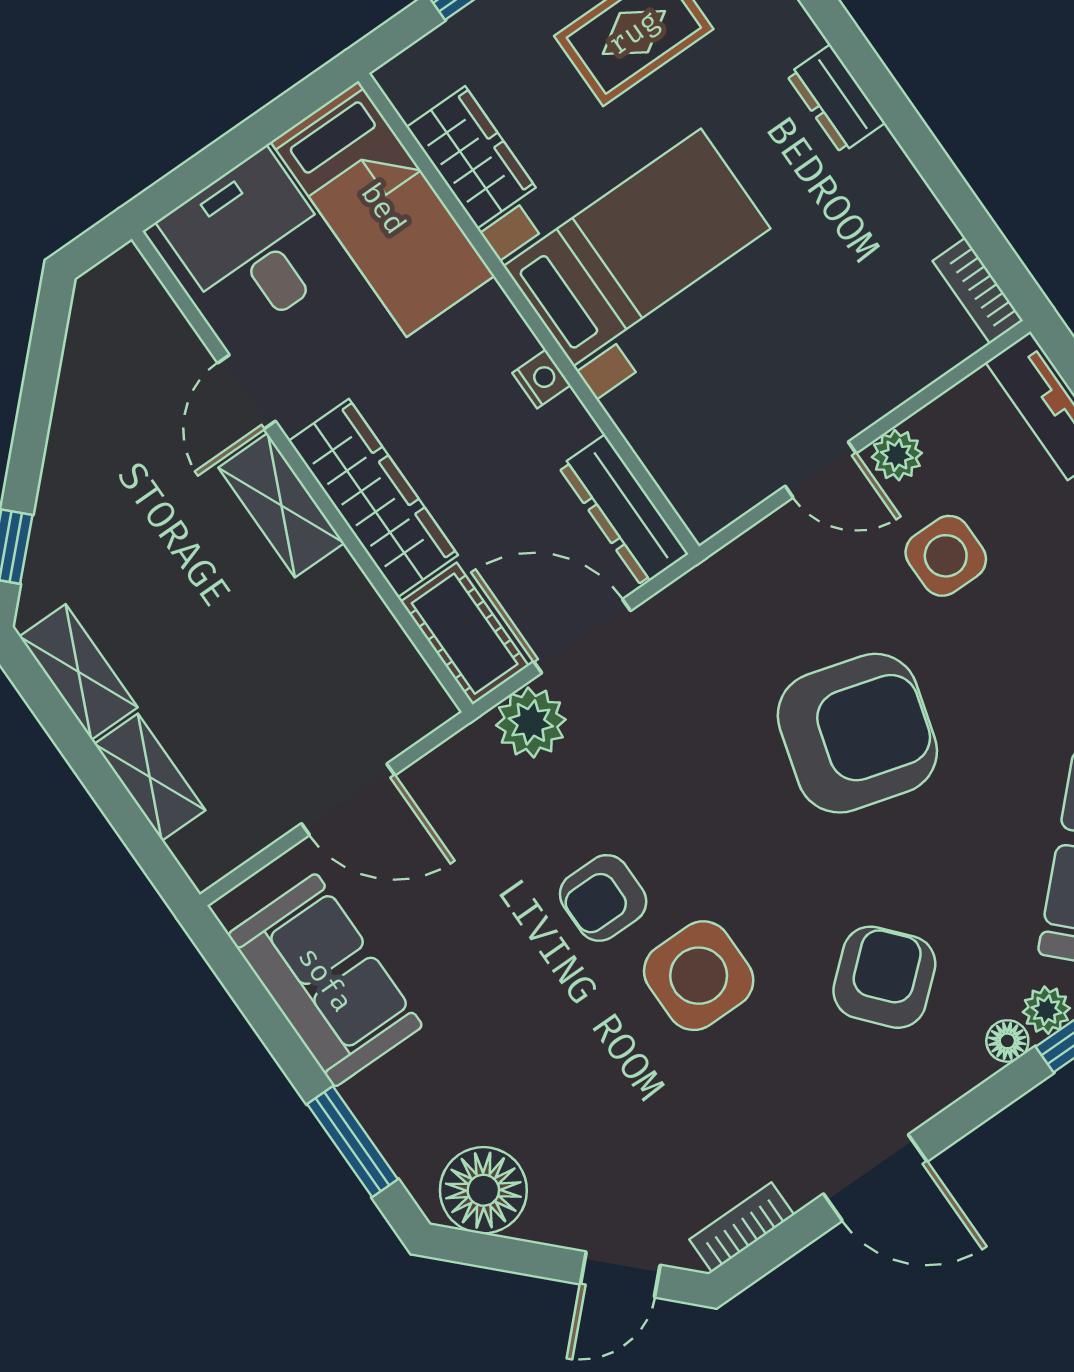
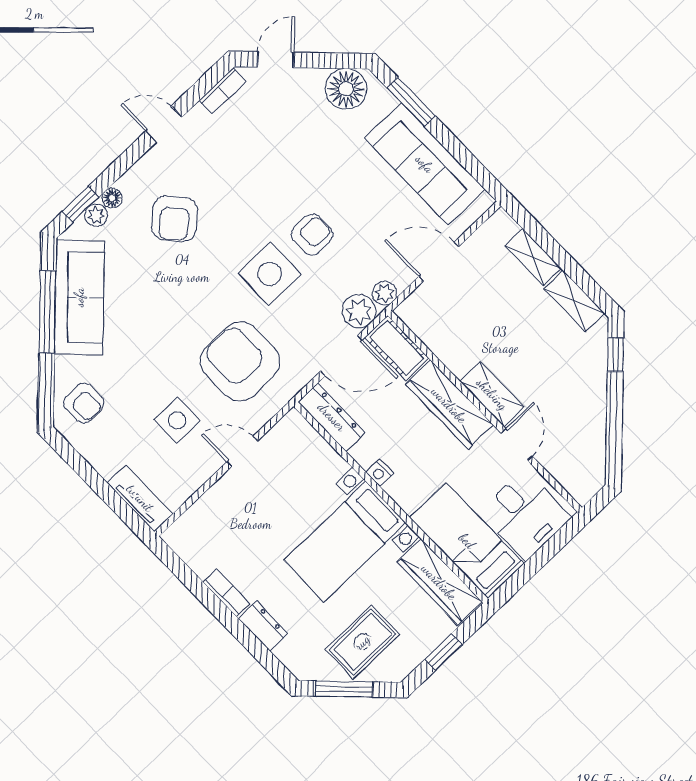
wardrobe: (471, 157) -> (439, 582), width x1.50
bookcase: (978, 291) -> (227, 593), moved
plant: (897, 455) -> (385, 293), moved
armchair: (857, 733) -> (240, 361), moved, turned 74
side table: (699, 976) -> (270, 274), moved
sofa: (325, 980) -> (425, 164), width x1.36
door: (875, 1178) -> (164, 124), width x0.73

